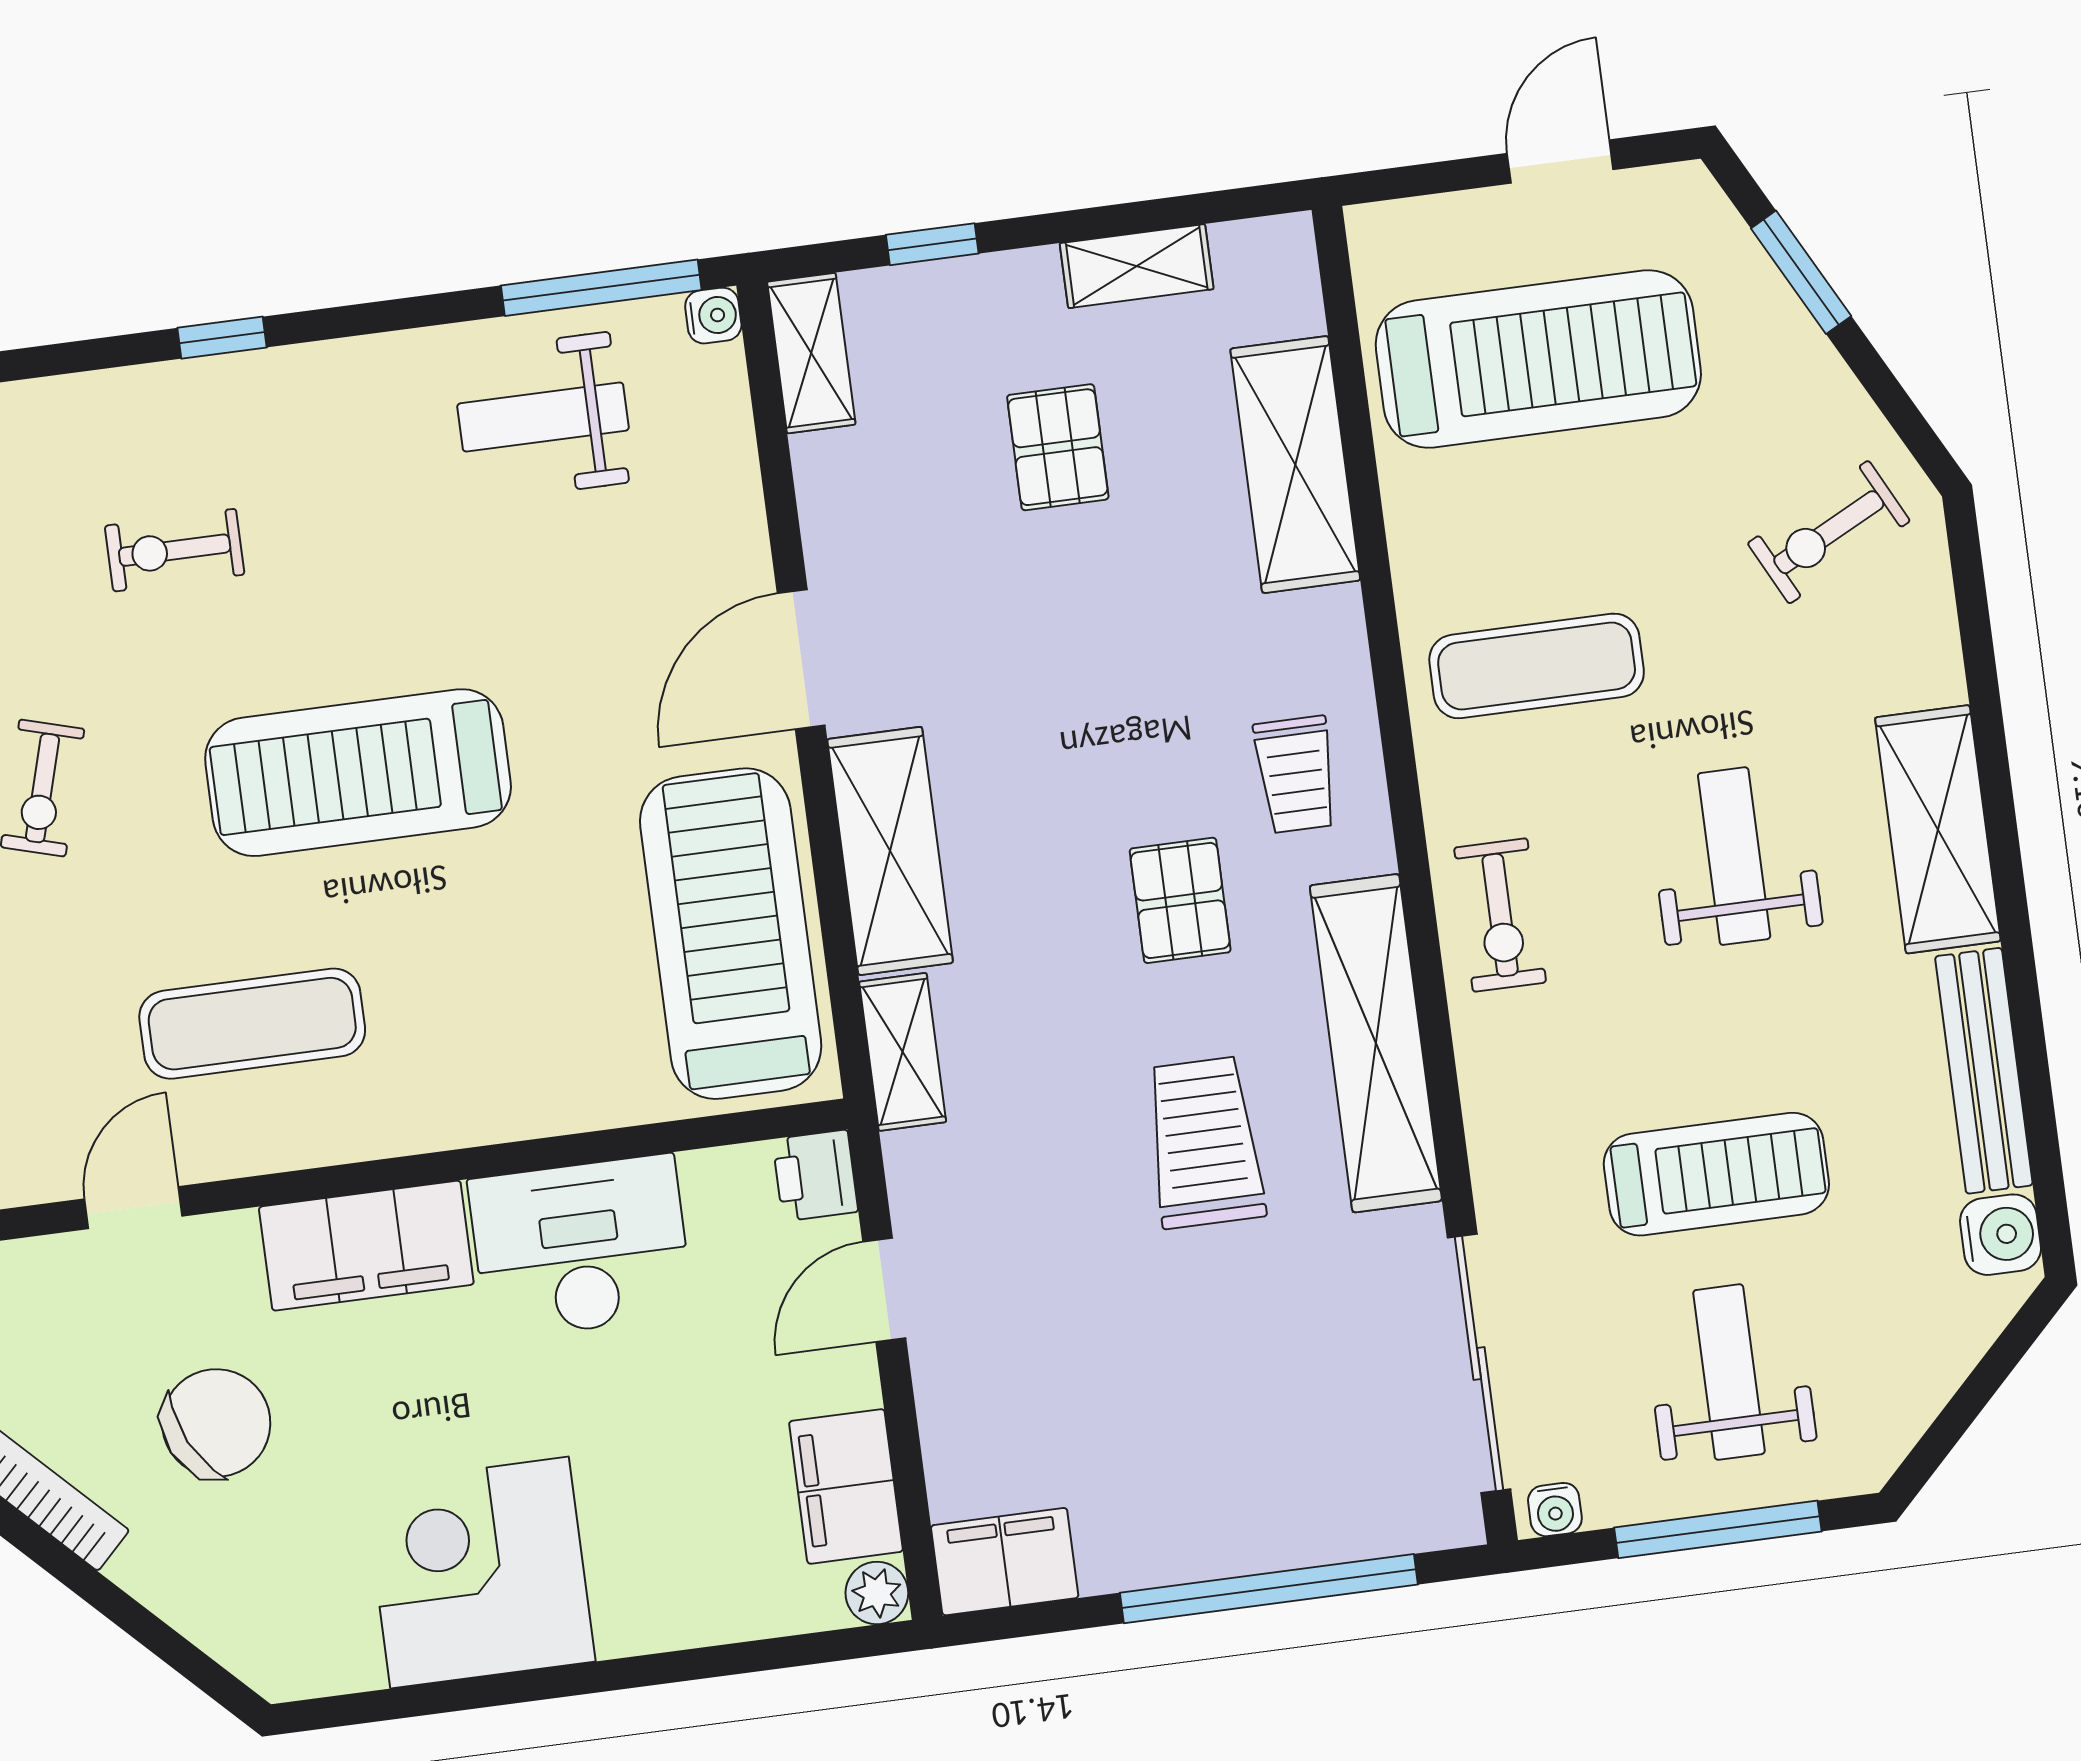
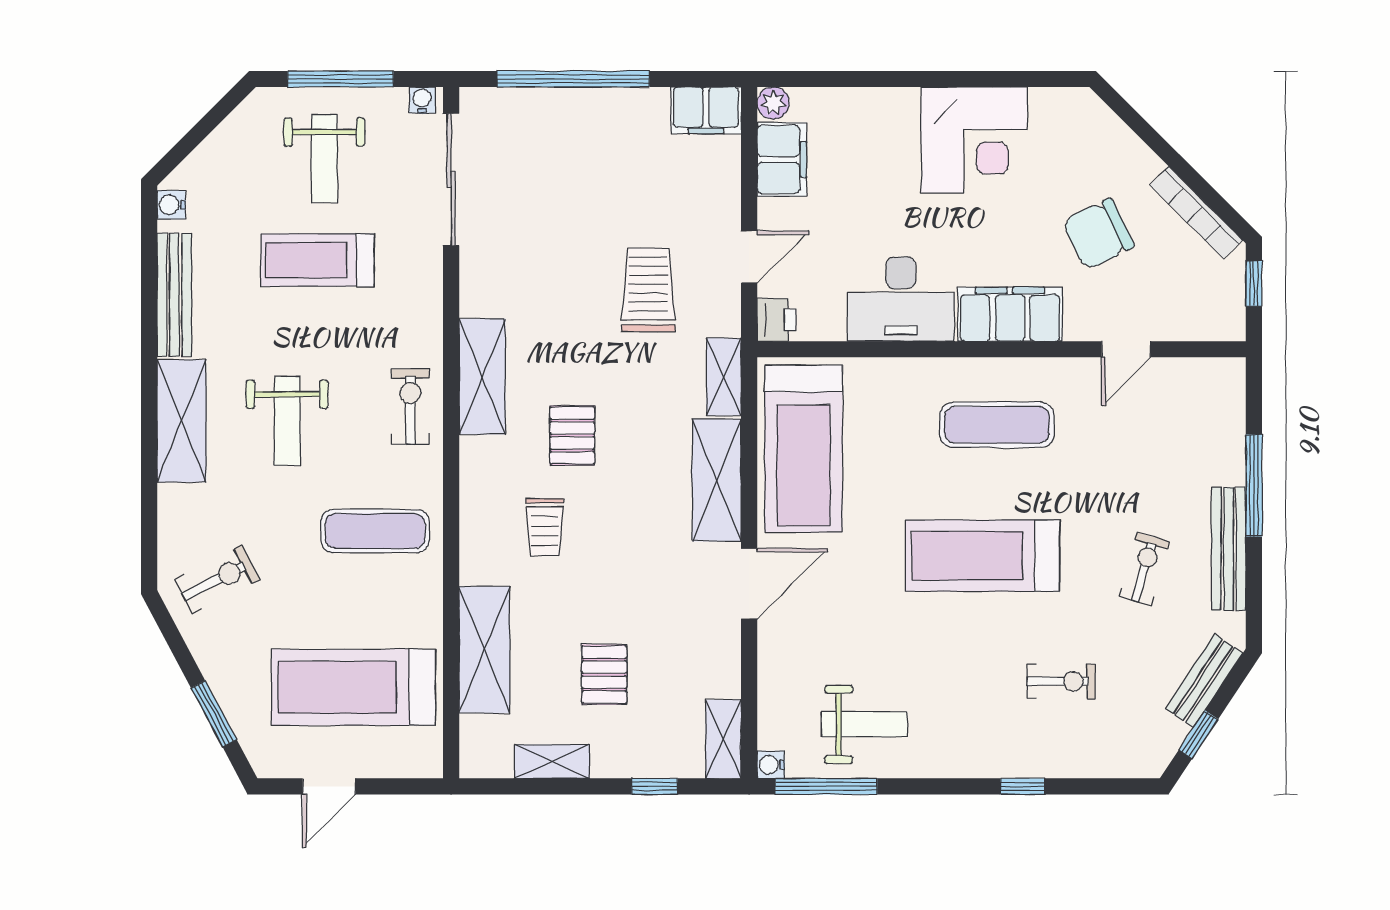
treadmill: (358, 773) -> (982, 556), turned 180
trolley: (1296, 774) -> (545, 527), moved, turned 180
exercise mat: (252, 1024) -> (997, 425), moved
shelving: (1376, 1043) -> (482, 377), width x0.68
trolley: (1205, 1142) -> (648, 290), moved, turned 180
water cooler: (2001, 1235) -> (171, 205), width x0.72, depth x0.72

